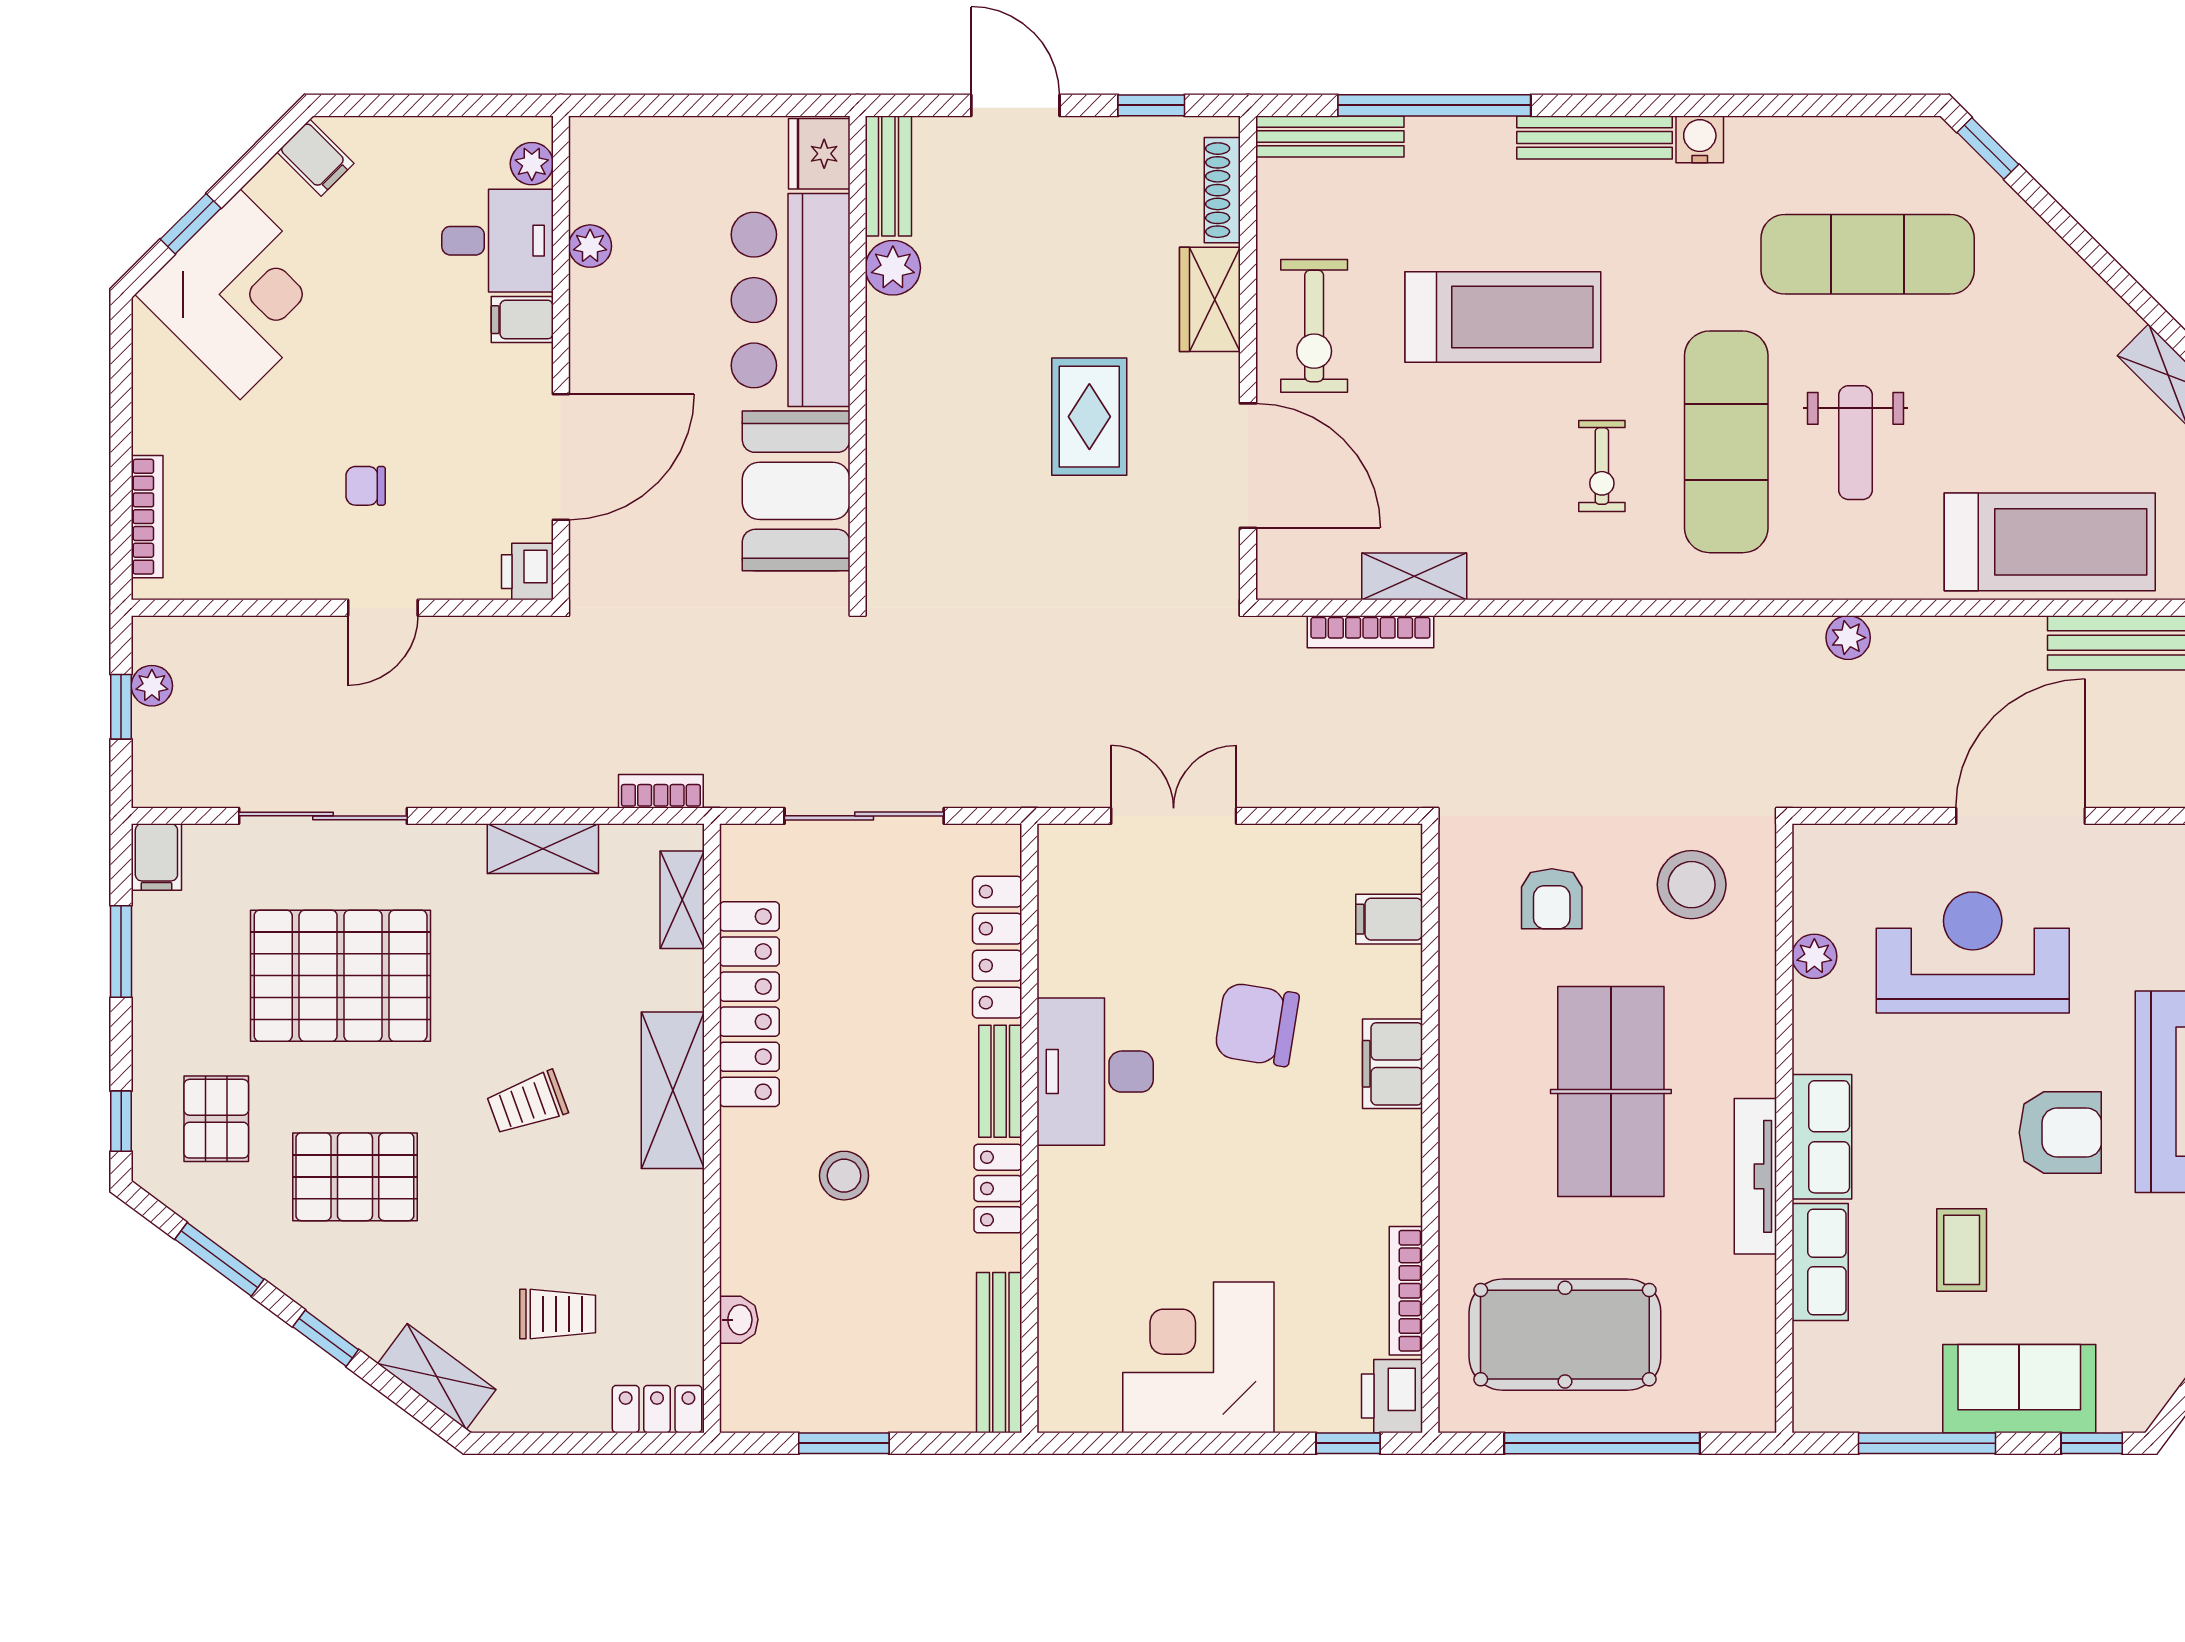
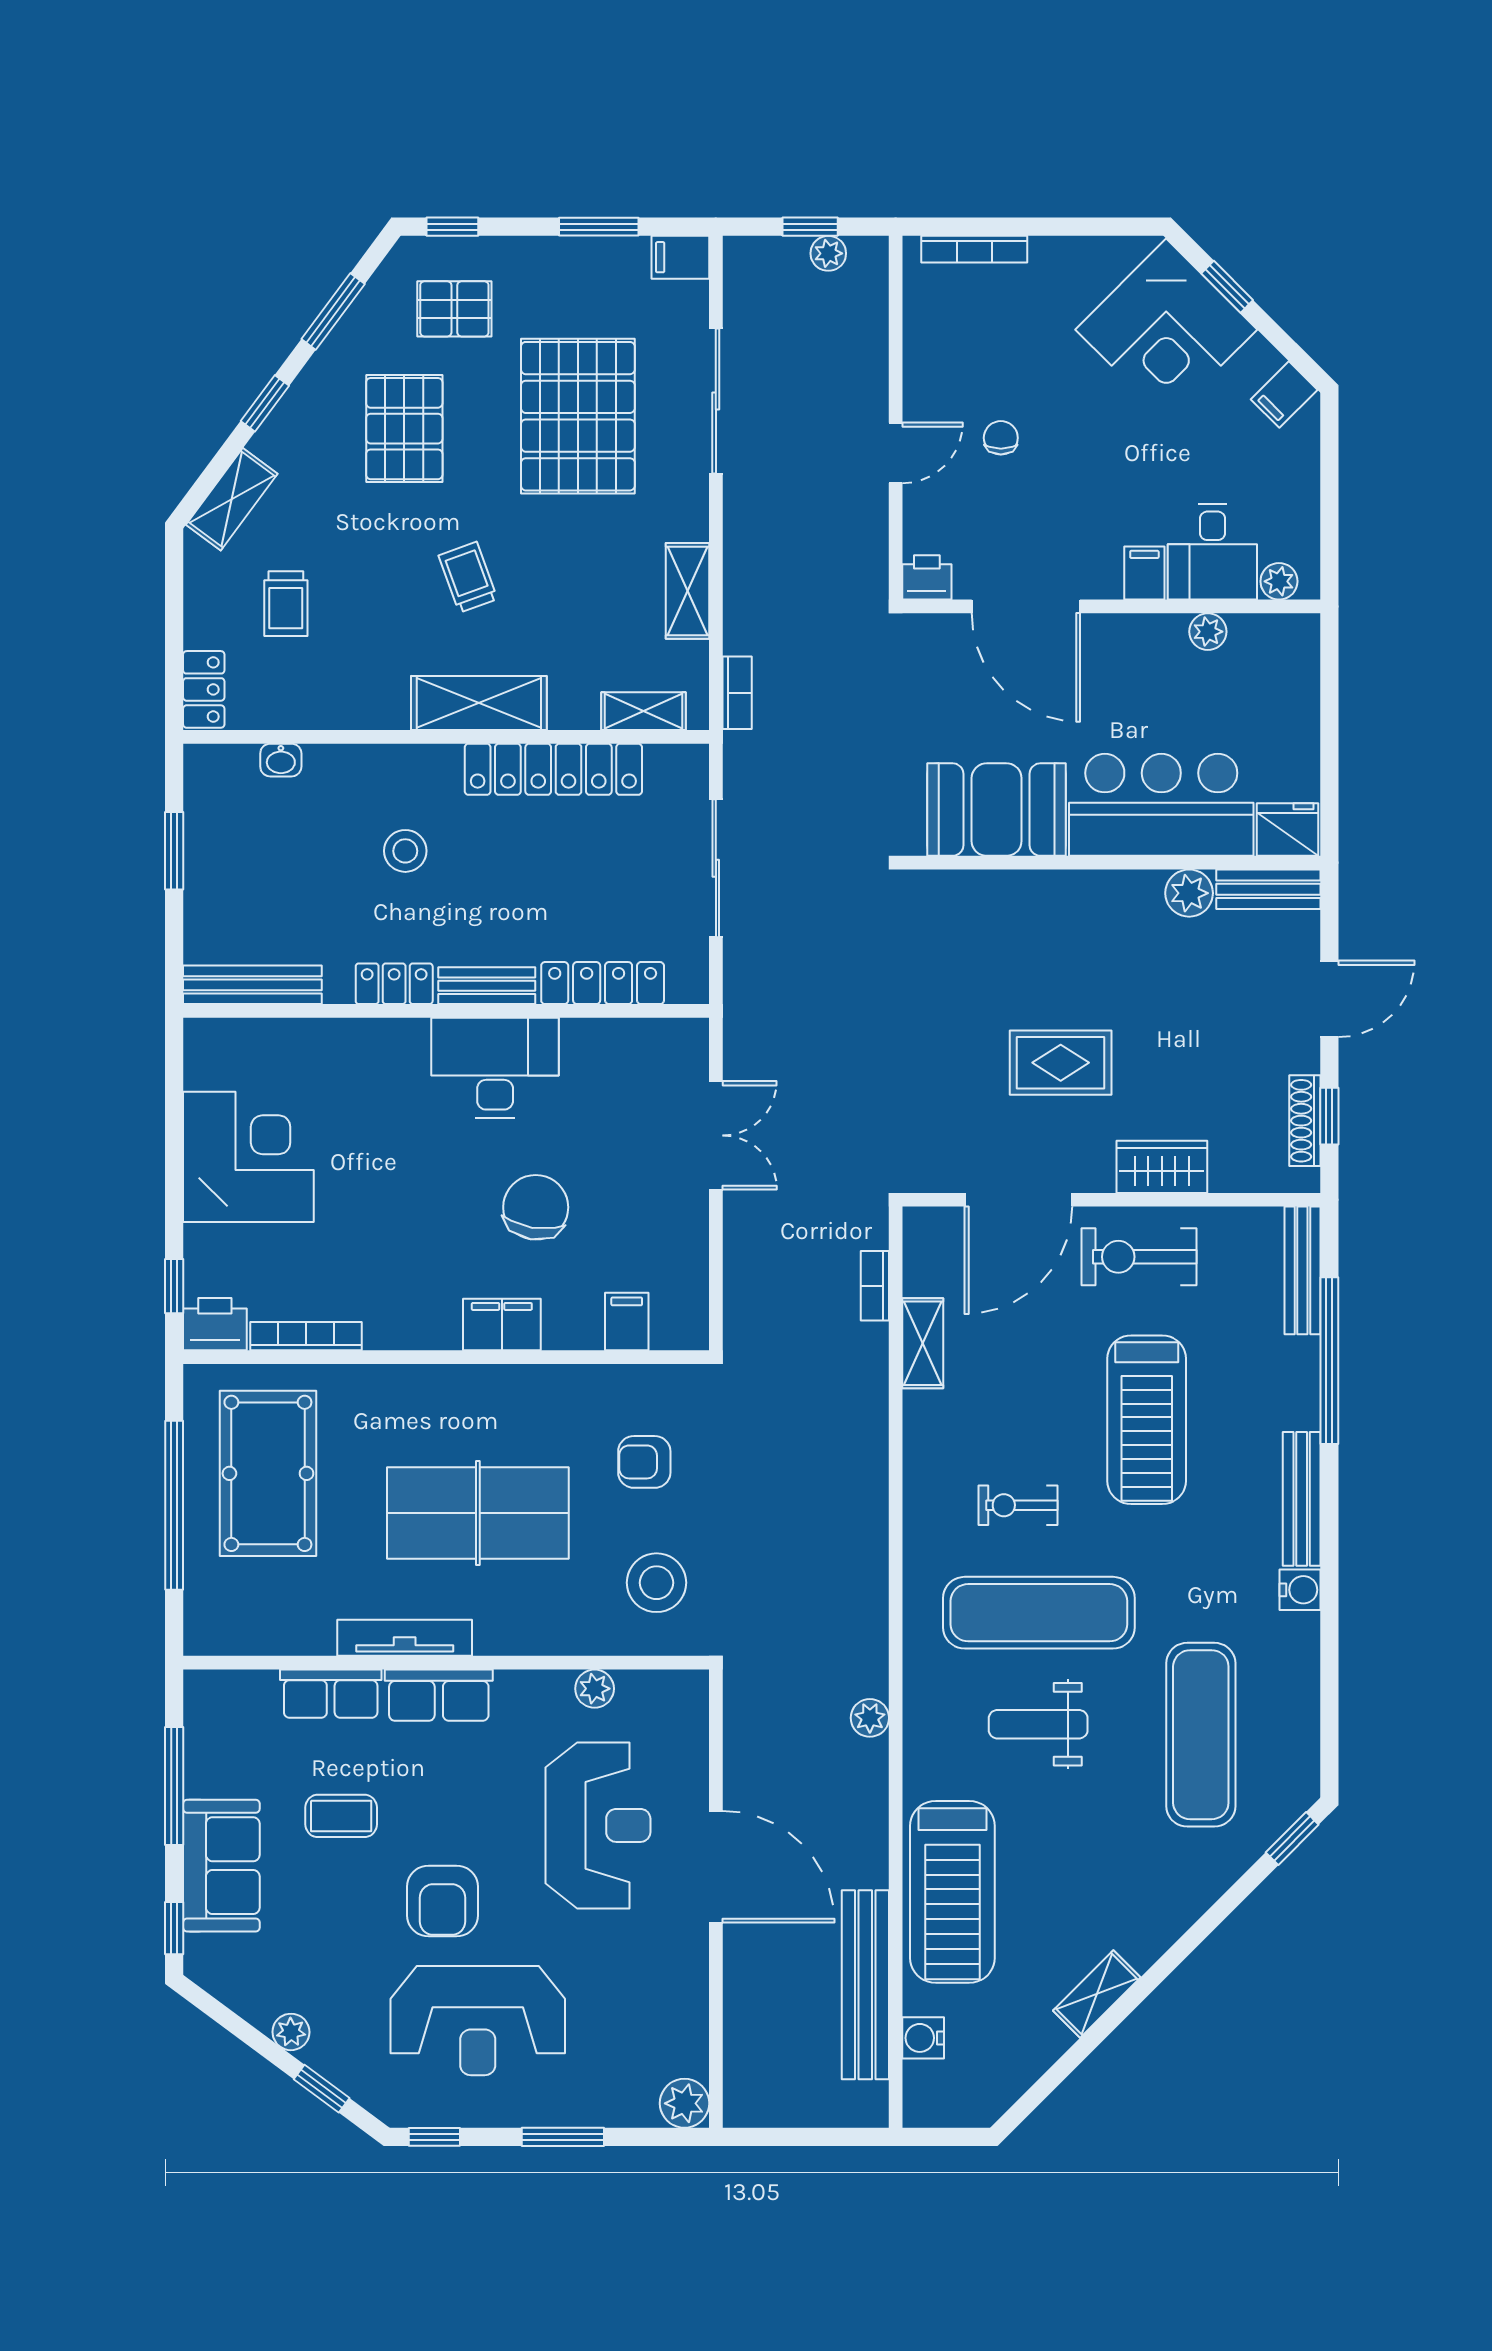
shoe rack: (1222, 190) -> (1305, 1121), moved, turned -90
door: (383, 608) -> (896, 453), swing flipped
bookcase: (1370, 632) -> (875, 1286), width x0.64

